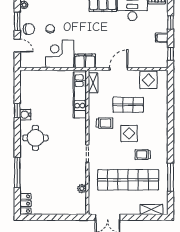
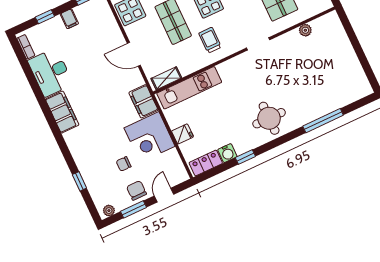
fridge: (52, 76) -> (182, 134), added
water cooler: (25, 115) -> (227, 153), moved
locker: (26, 204) -> (206, 163), moved

